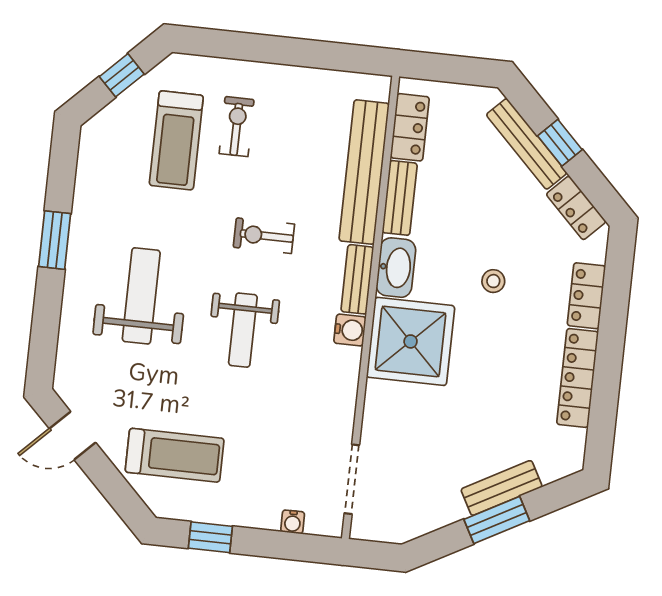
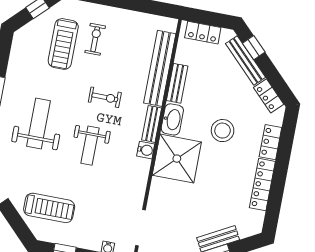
locker: (410, 127) -> (203, 33), moved, turned 90
window: (560, 143) -> (254, 48), moved
exercise bike: (264, 236) -> (105, 97), turned 180
stool: (493, 281) -> (223, 131), width x1.89, depth x1.89

